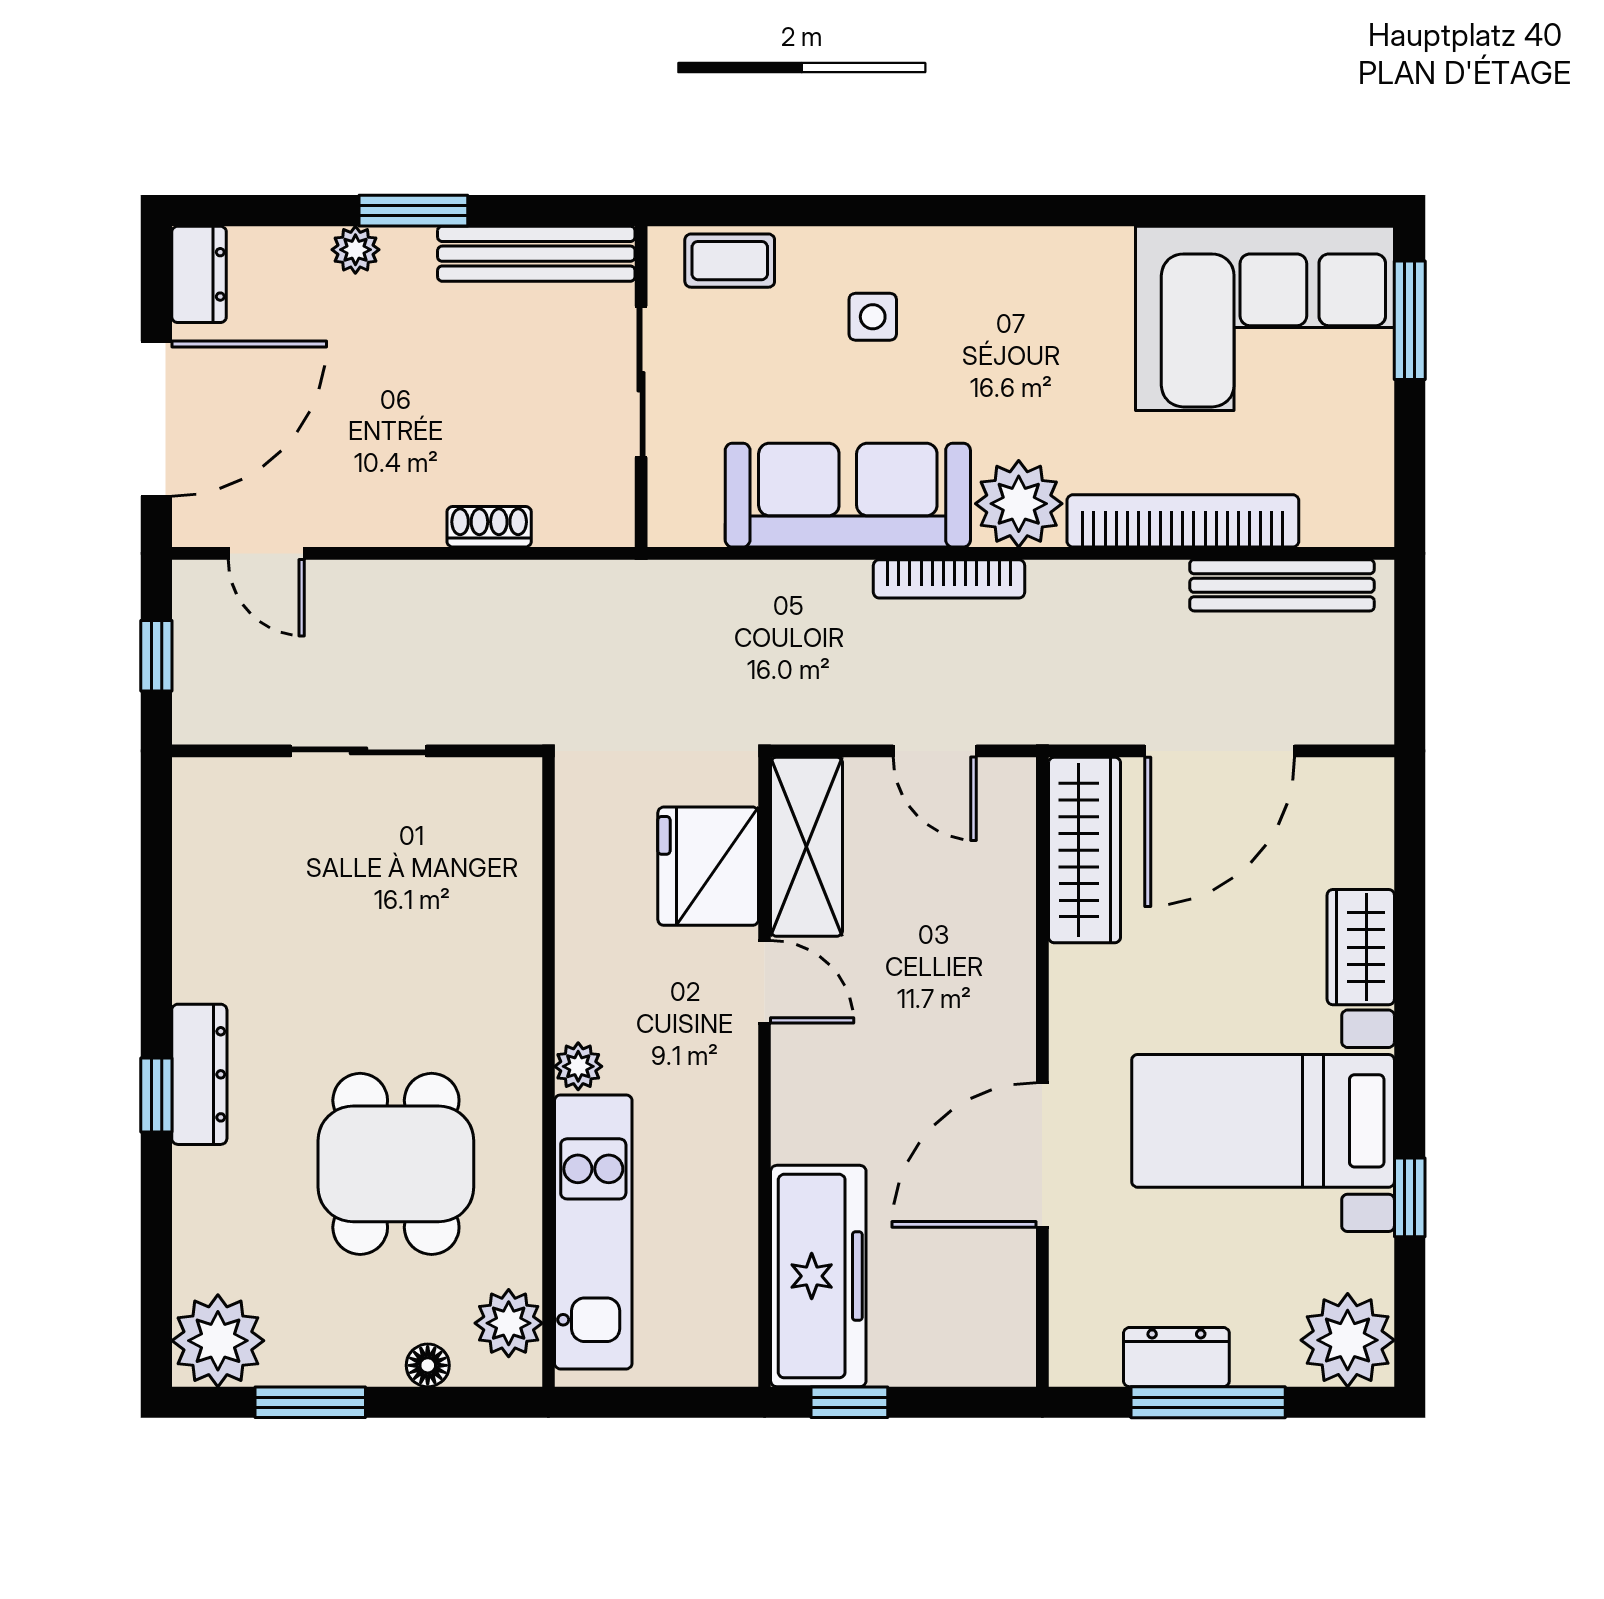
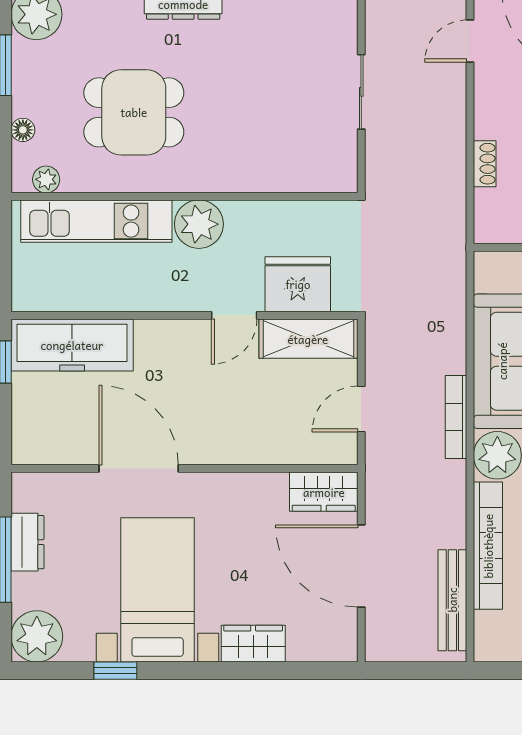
wardrobe: (1085, 850) -> (324, 492), width x0.67
plant: (578, 1066) -> (199, 224), width x1.88, depth x1.88
plant: (509, 1323) -> (46, 179), width x0.73, depth x0.73

